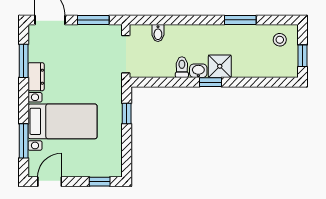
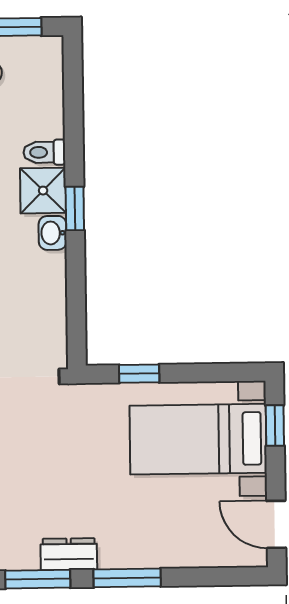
toilet: (182, 67) -> (44, 152), moved
bed with nightstands: (62, 121) -> (198, 439), moved, turned -90
window: (24, 141) -> (127, 578), moved

